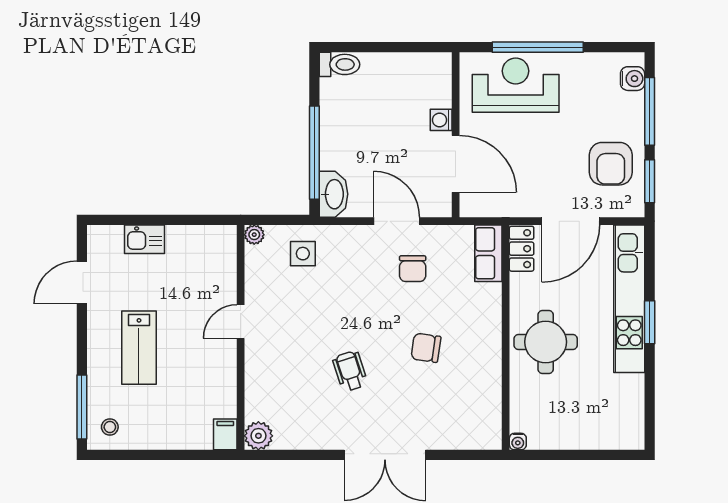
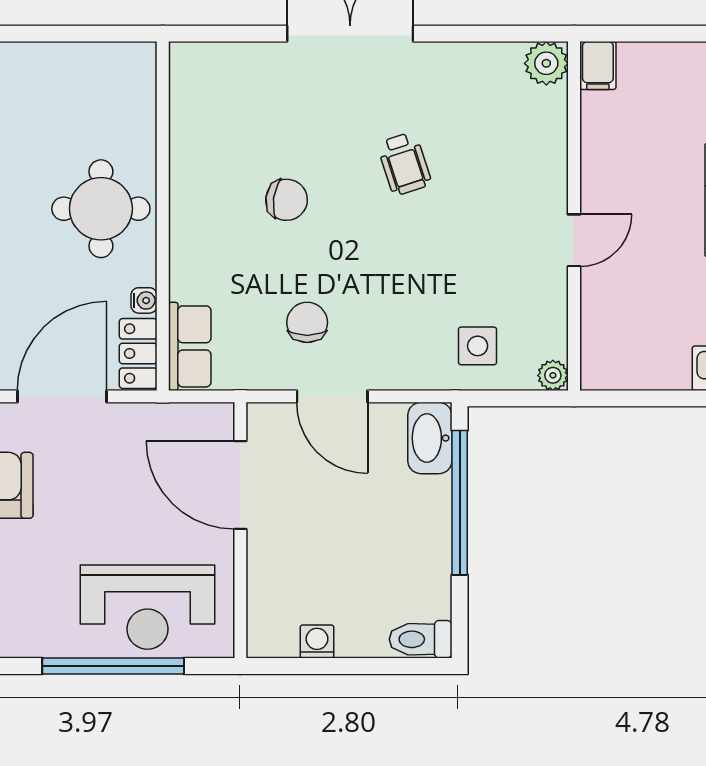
washing machine: (441, 120) -> (317, 642), moved, turned -90
water cooler: (518, 442) -> (144, 300), moved, turned 90

